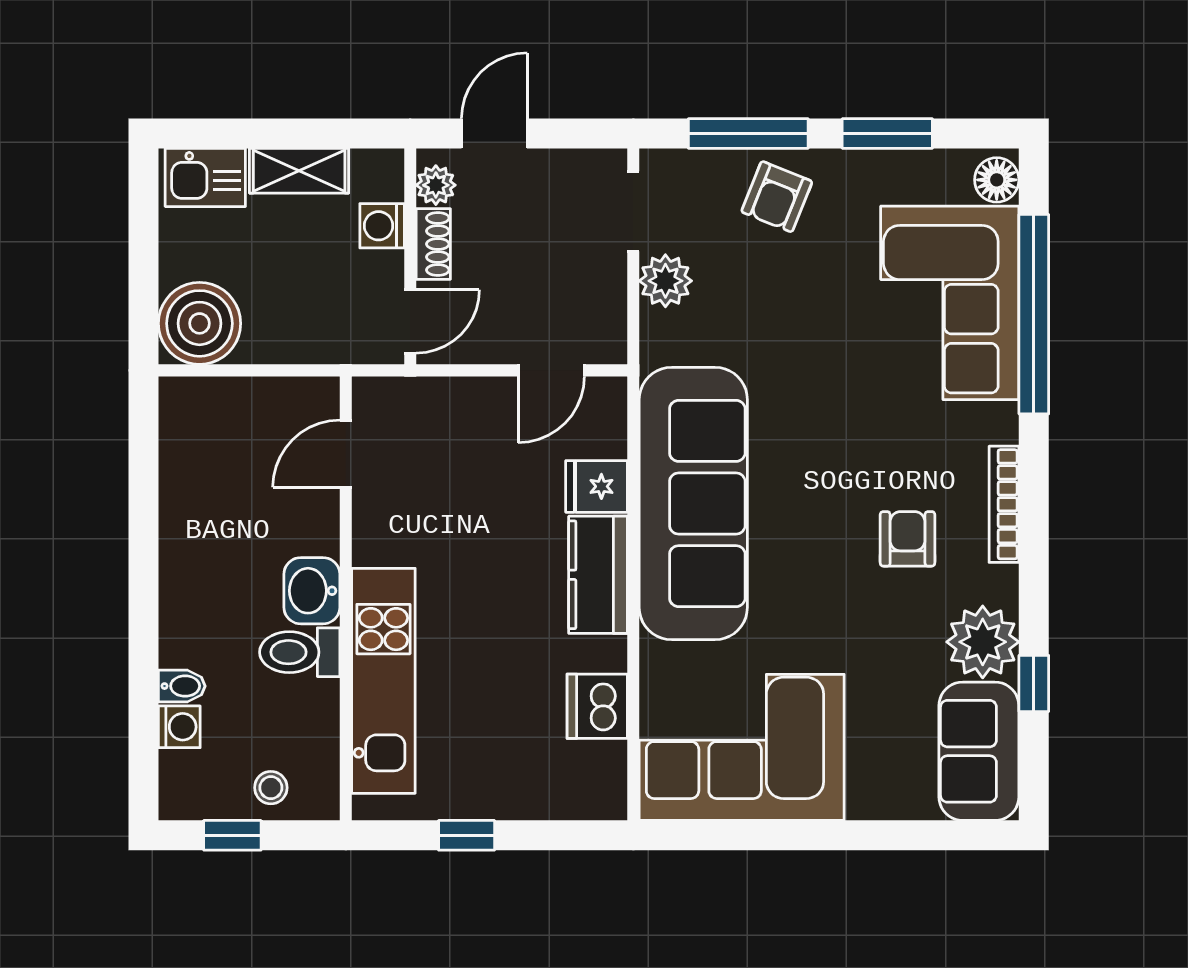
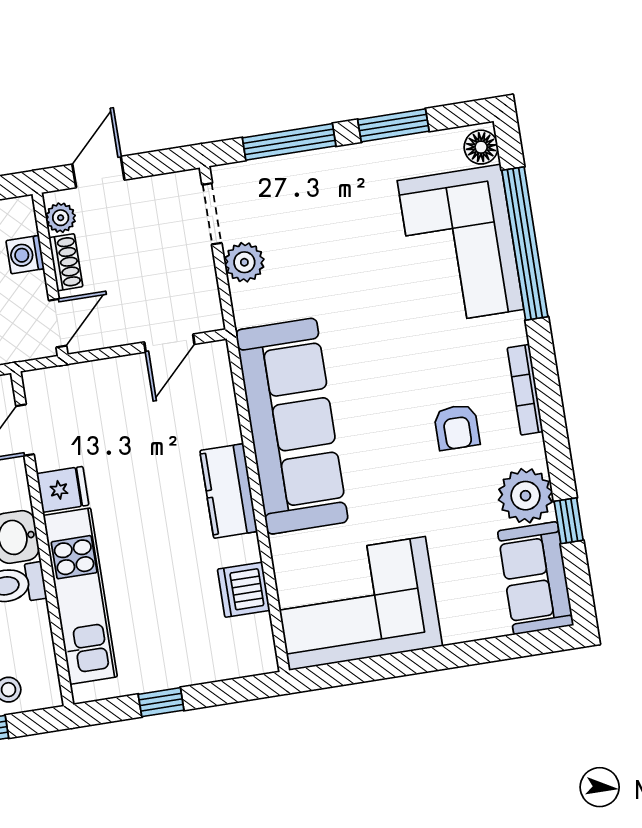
armchair: (777, 197) -> (318, 186), removed
fridge: (596, 486) -> (63, 489), moved, turned 180
armchair: (908, 539) -> (457, 427), turned 180

